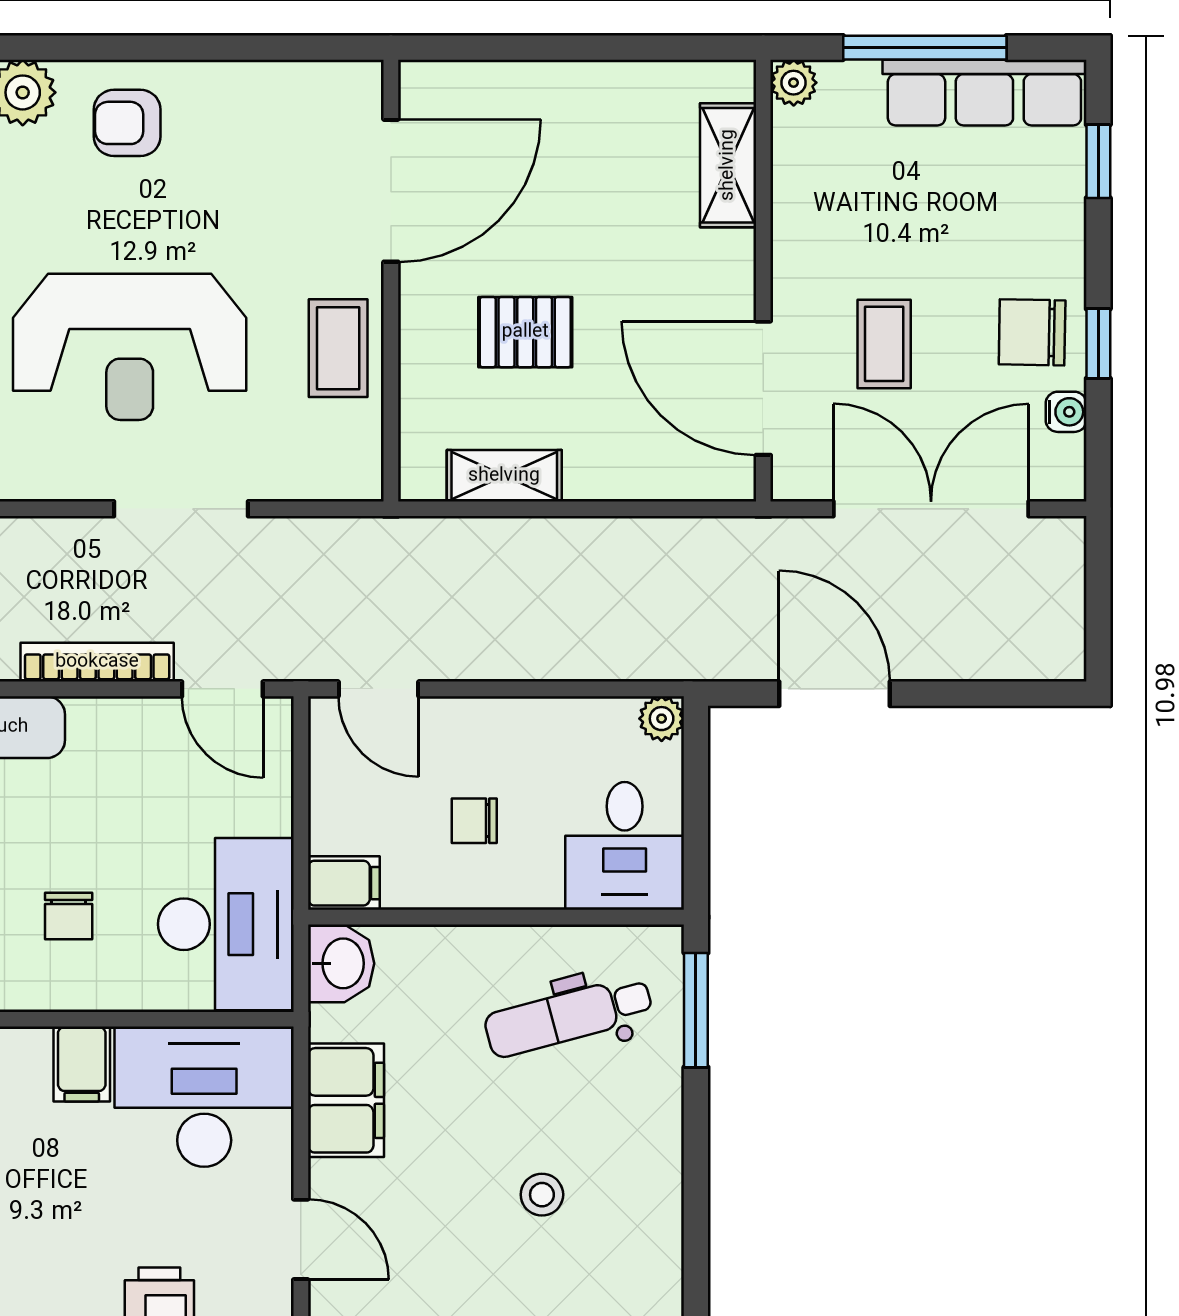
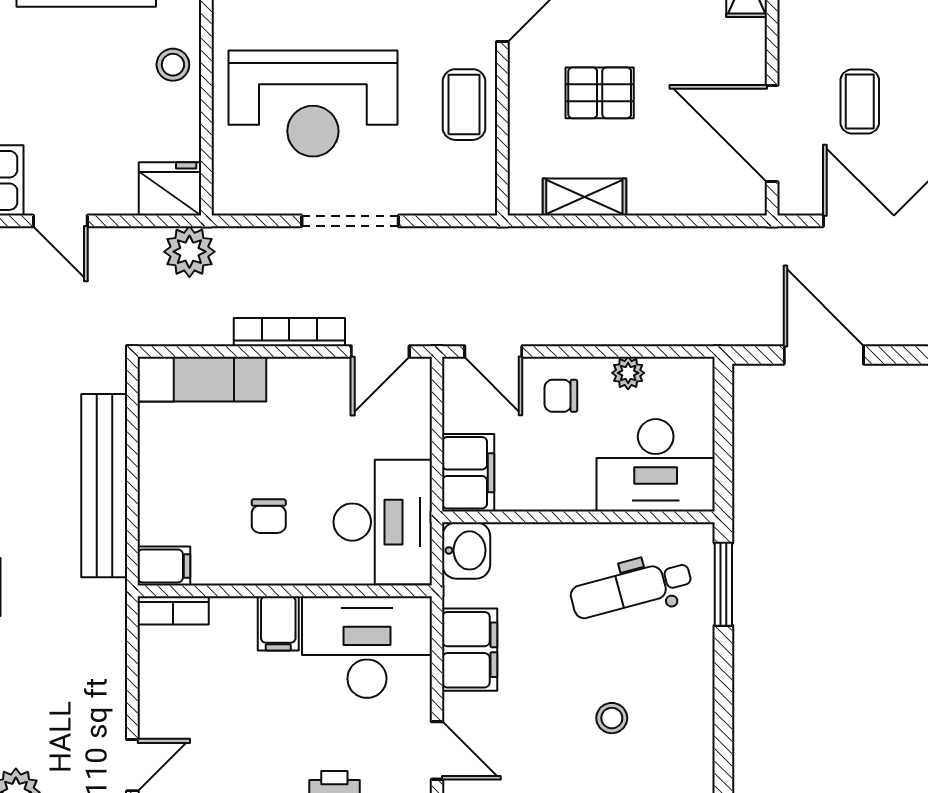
door: (222, 689) -> (380, 352), hinge flipped
plant: (662, 719) -> (628, 373), moved
chair: (474, 821) -> (561, 396), moved
desk: (625, 846) -> (656, 465), width x1.37
filing cabinet: (344, 883) -> (468, 473), width x2.00

